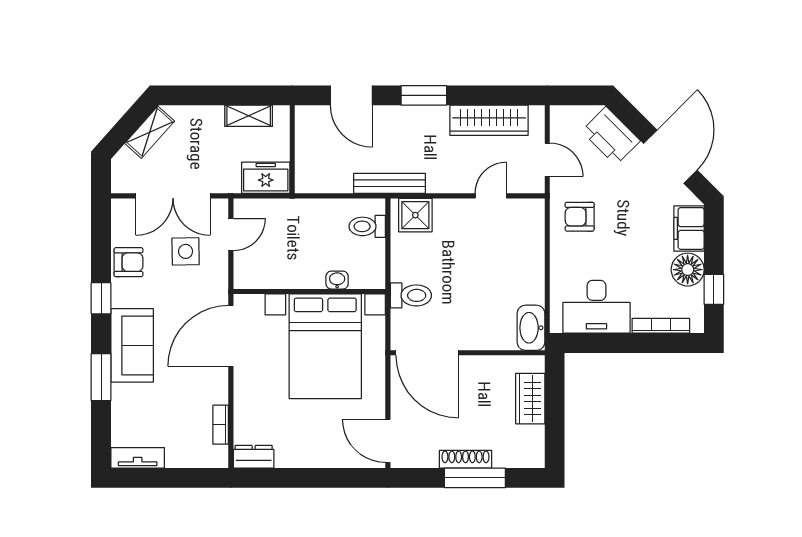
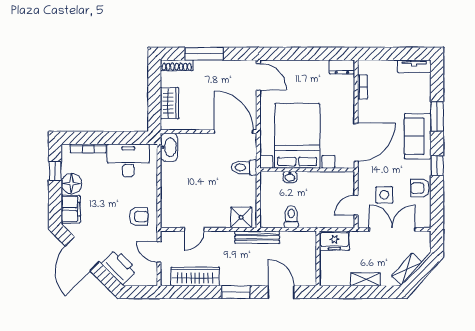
shelving: (249, 116) -> (365, 279), moved
toilet: (367, 226) -> (291, 217), moved, turned -90
shoe rack: (465, 459) -> (177, 65), moved

